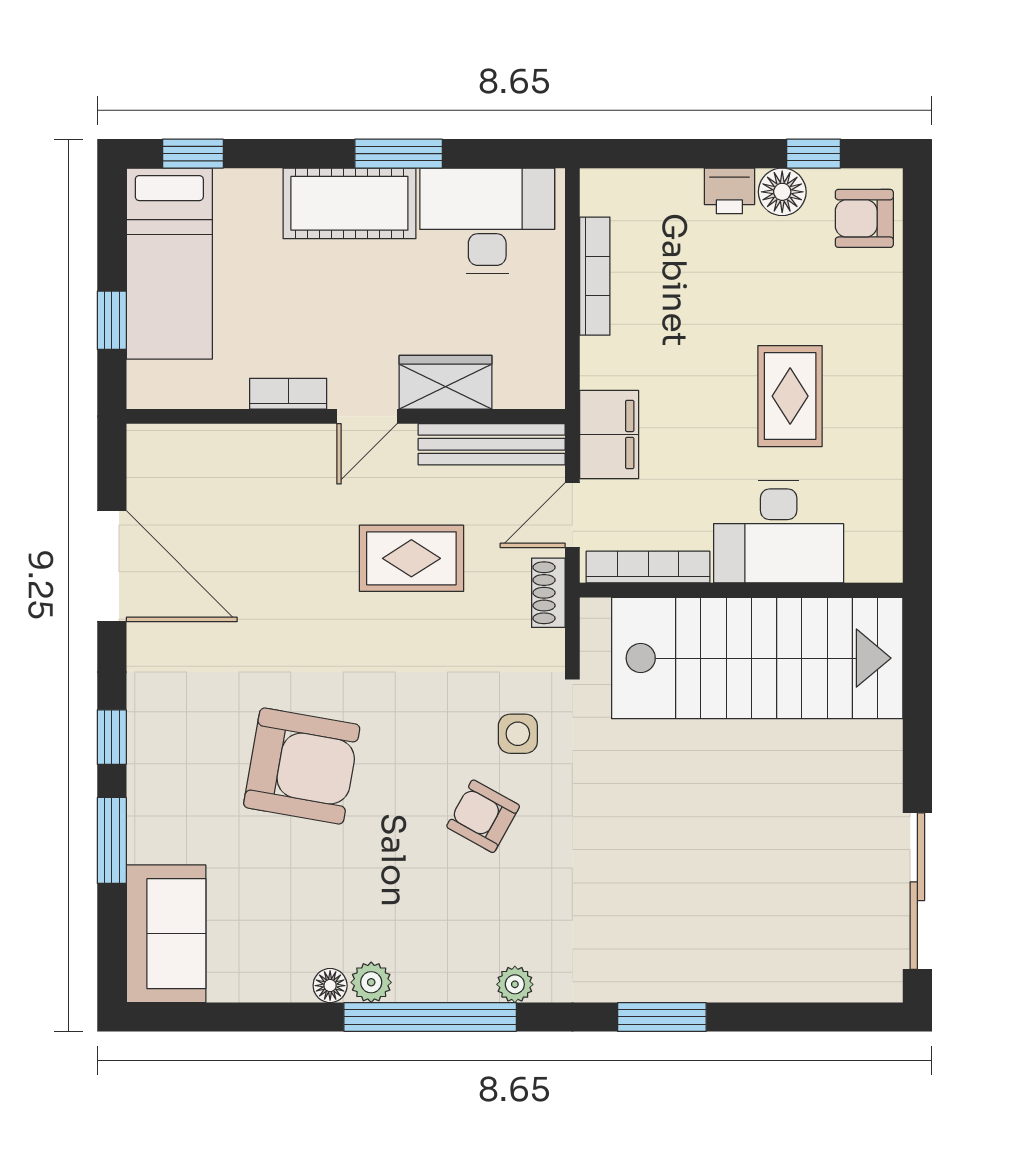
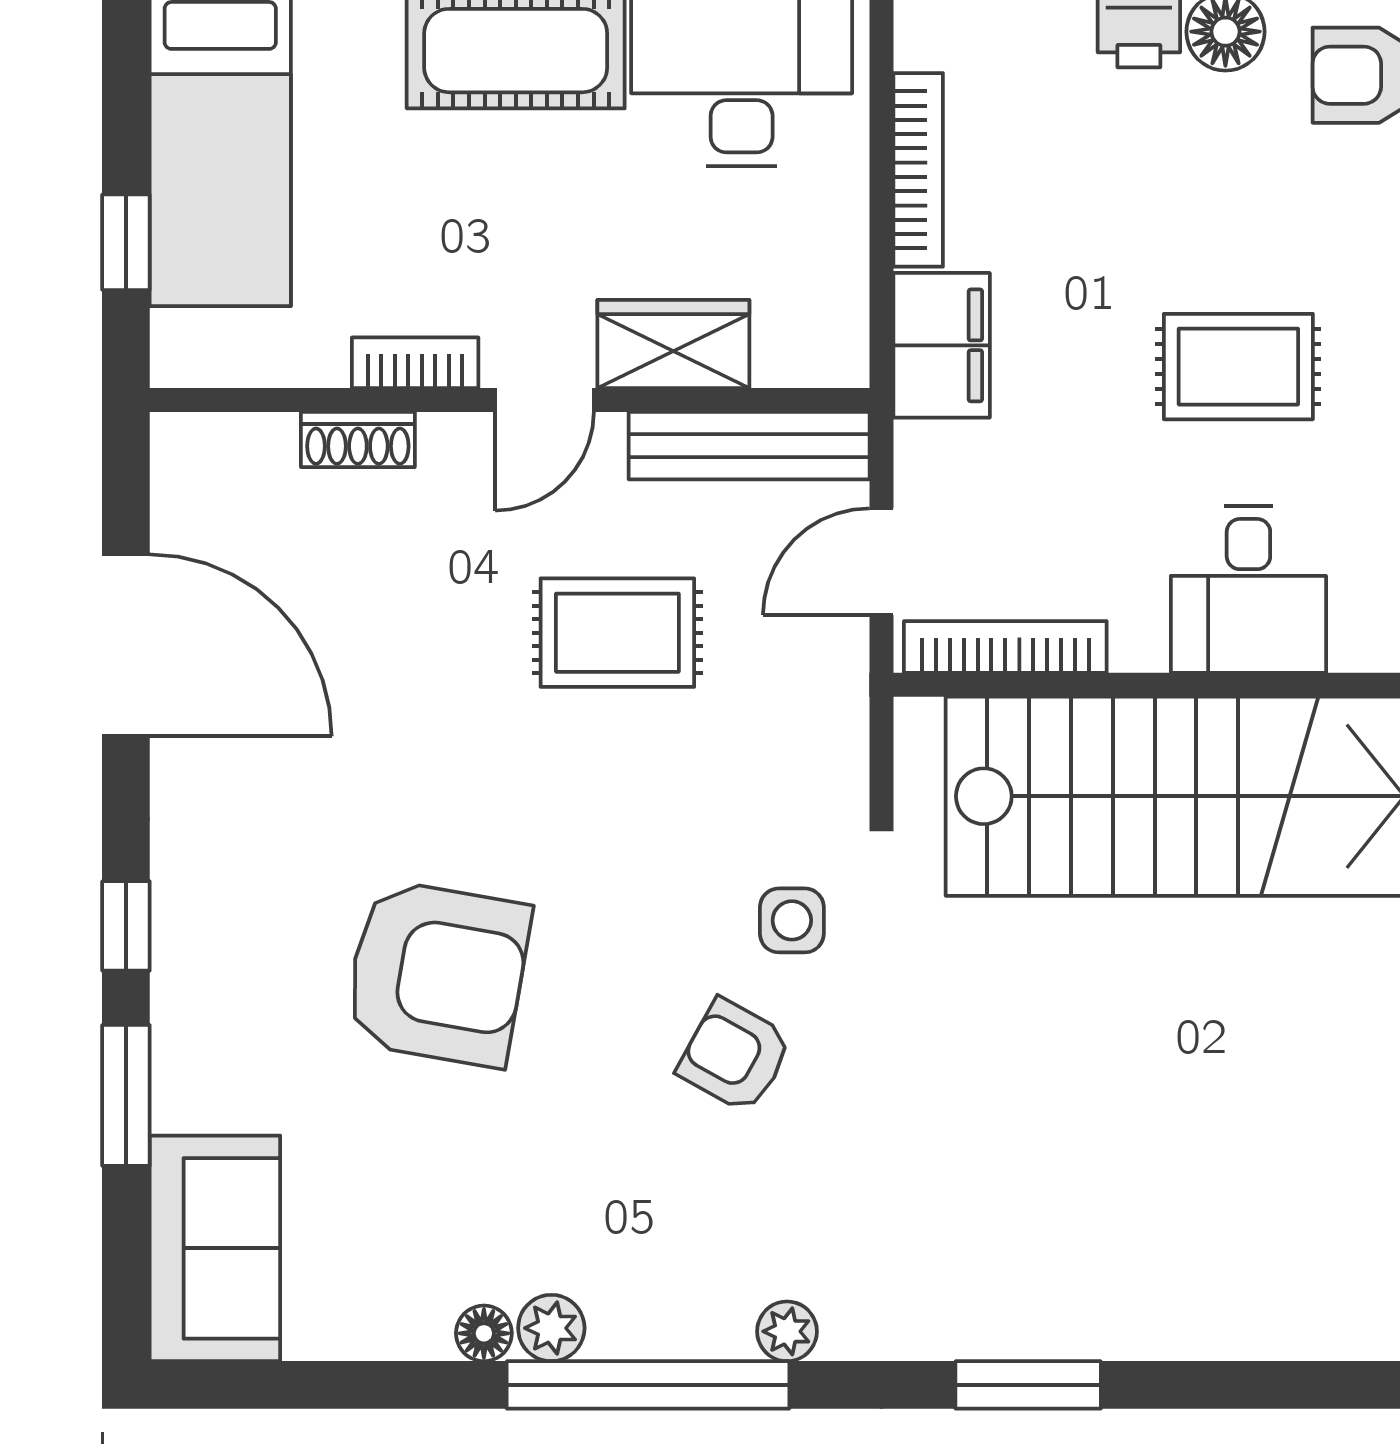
rug: (790, 396) -> (1238, 367), turned 90
filing cabinet: (609, 434) -> (942, 345), moved
desk: (779, 532) -> (1248, 589), width x0.73
shoe rack: (548, 593) -> (358, 439), moved, turned -90

